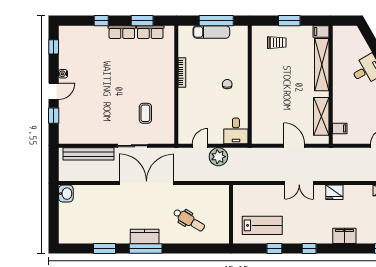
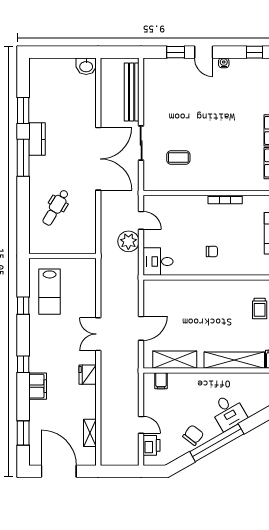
kitchen counter: (145, 236) -> (37, 139), moved
window: (309, 248) -> (23, 364), moved

